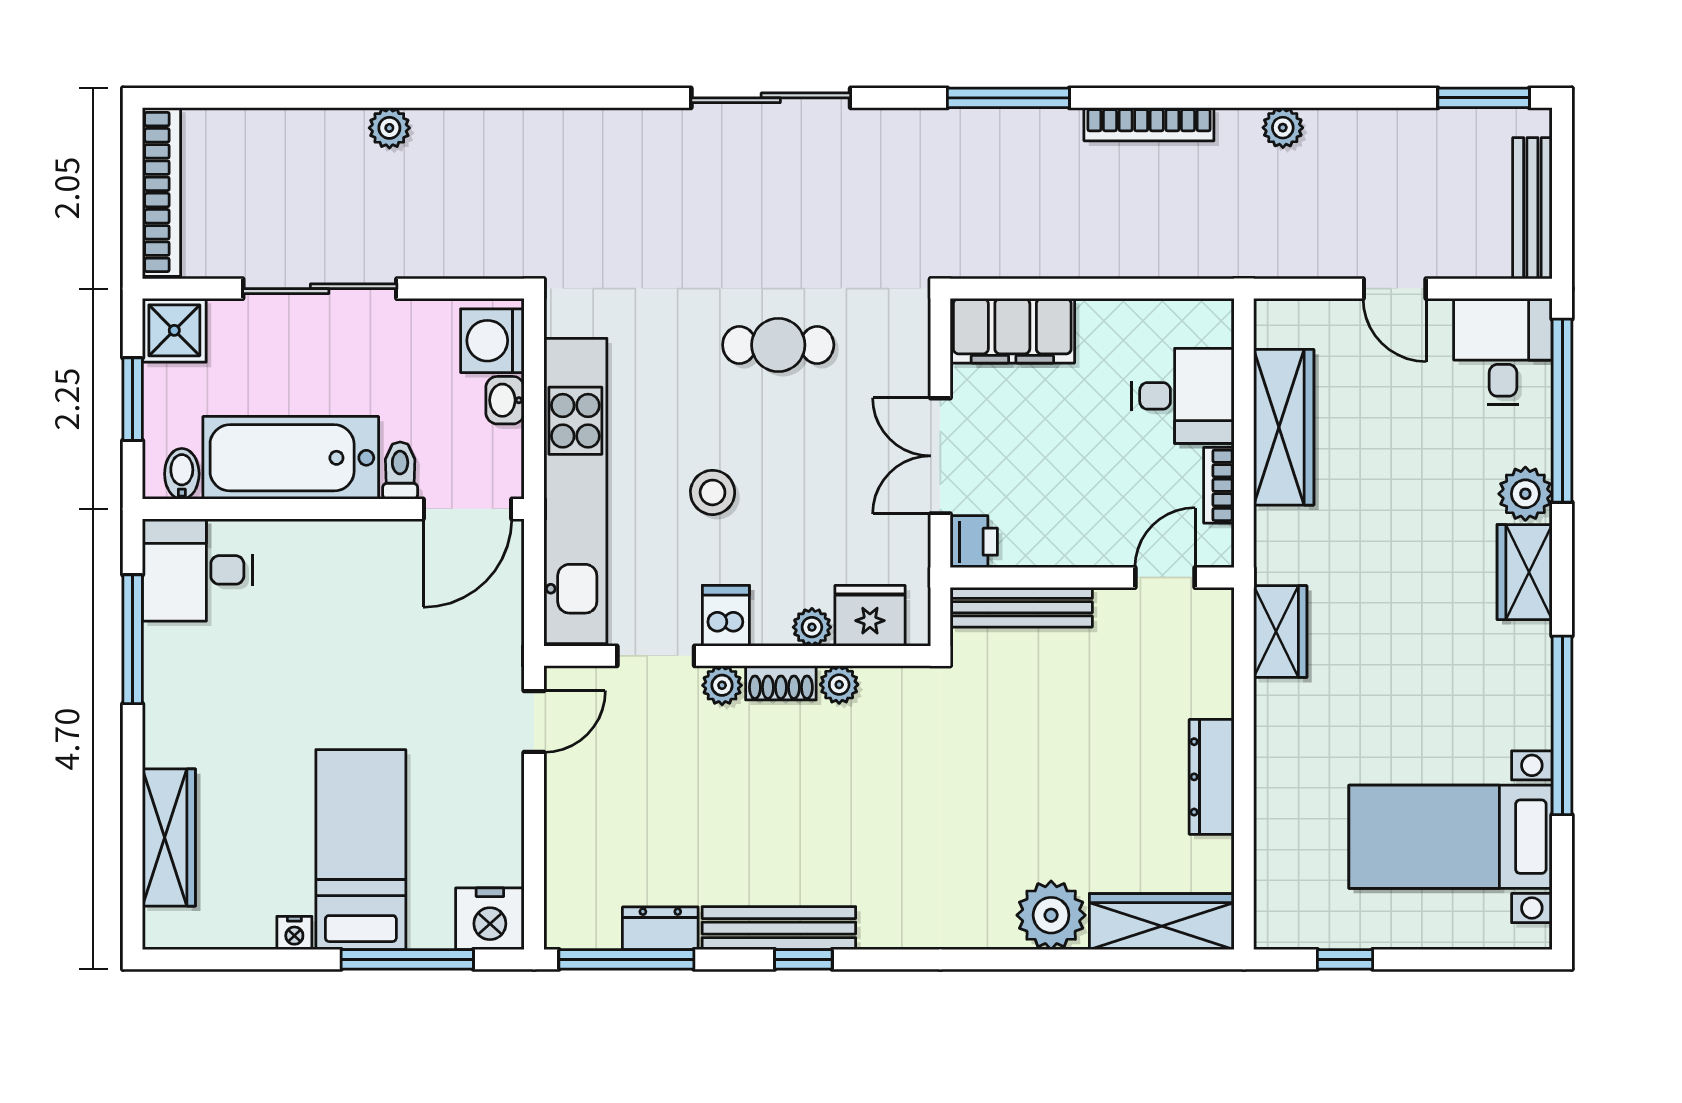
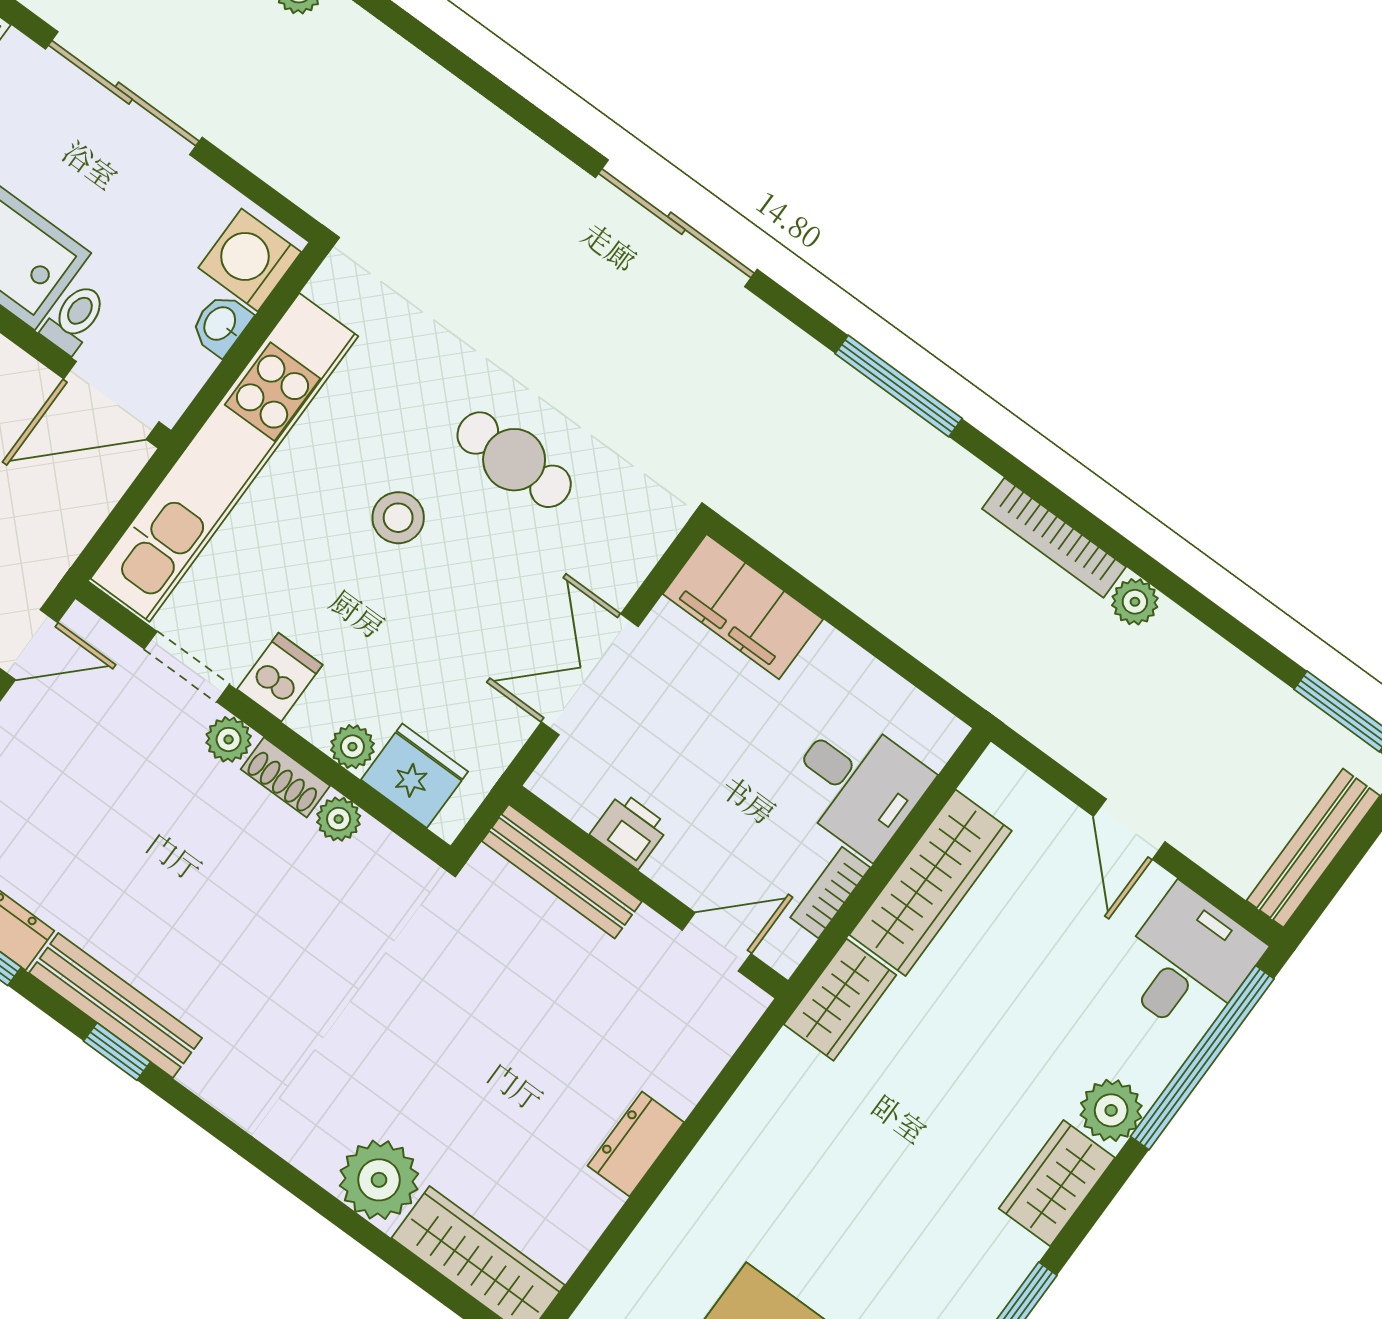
bookcase: (1149, 124) -> (1054, 538), moved
stool: (713, 492) -> (398, 518), moved
printer: (974, 542) -> (630, 830), moved, turned -90
wardrobe: (1280, 632) -> (840, 1000), moved
dresser: (1212, 777) -> (636, 1144), width x0.70

